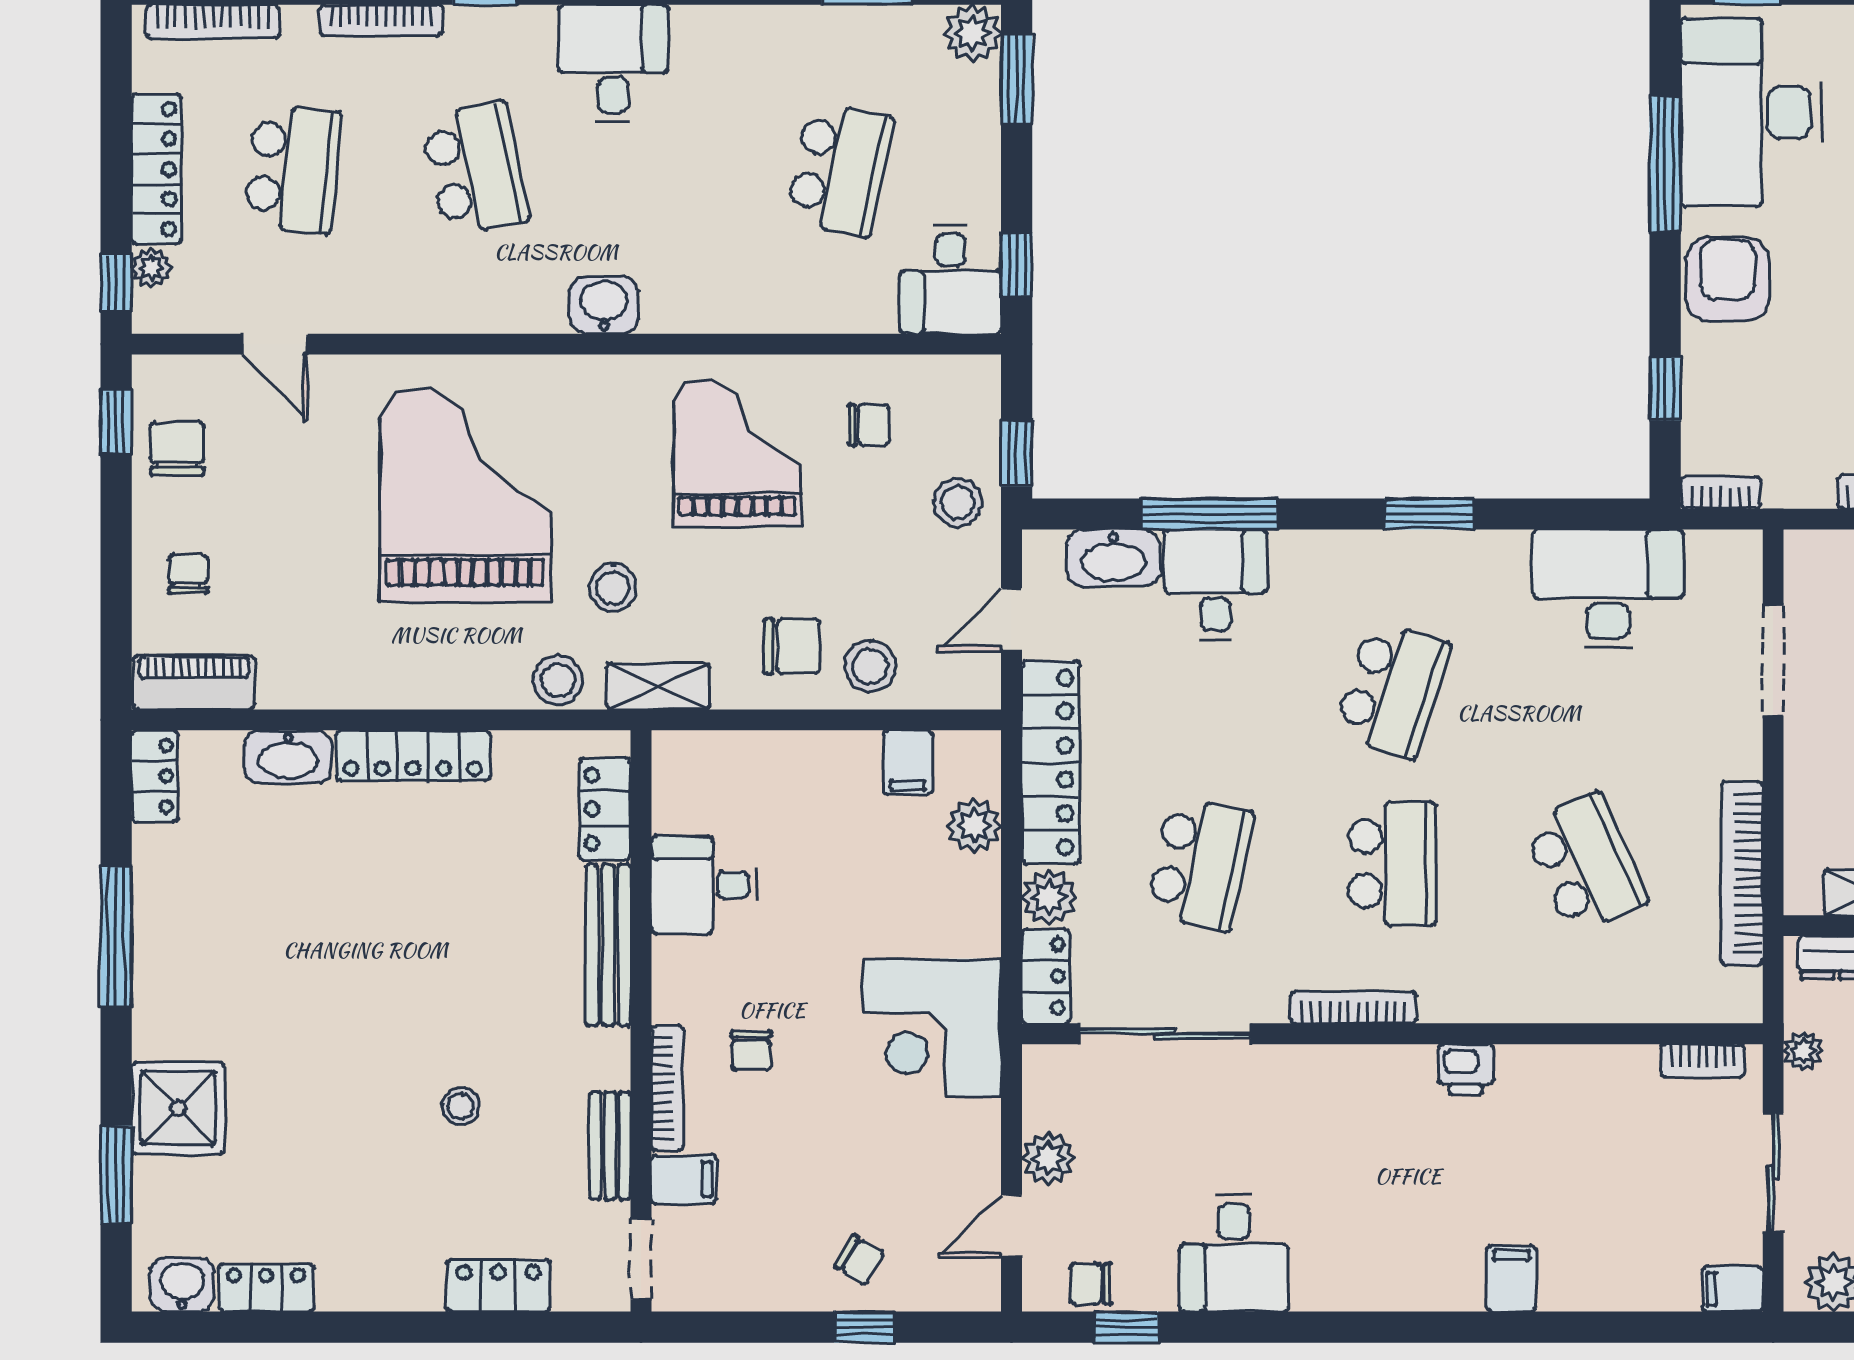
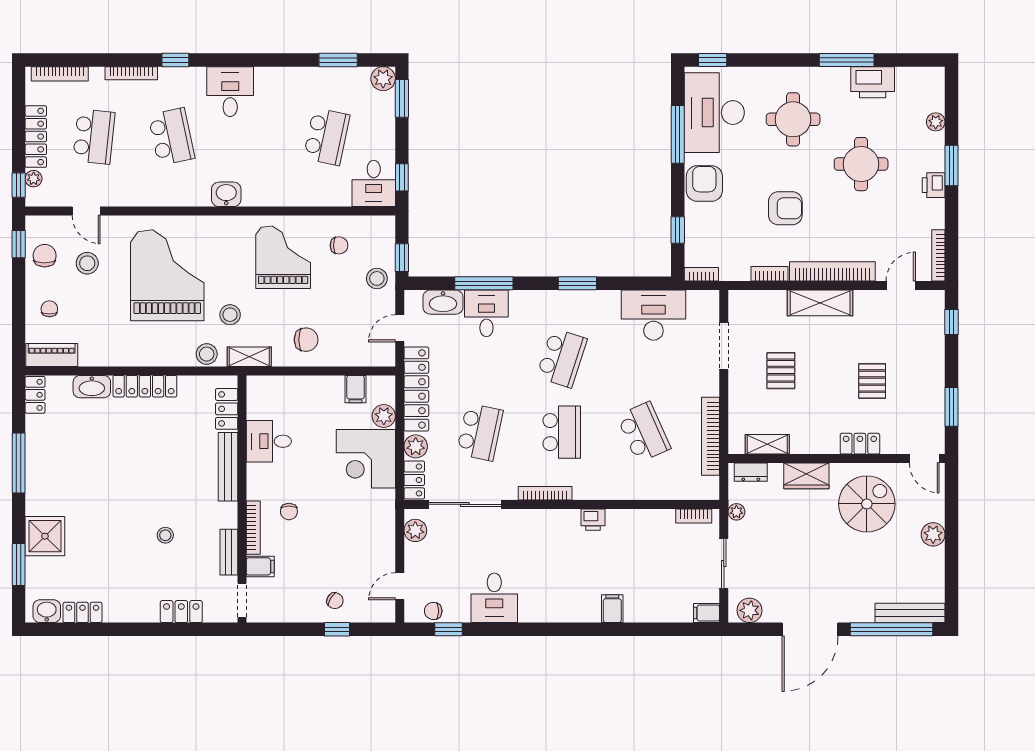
stool: (870, 666) -> (87, 263), moved
corner desk: (932, 1028) -> (366, 459), moved
plant: (1048, 1158) -> (415, 530), moved

